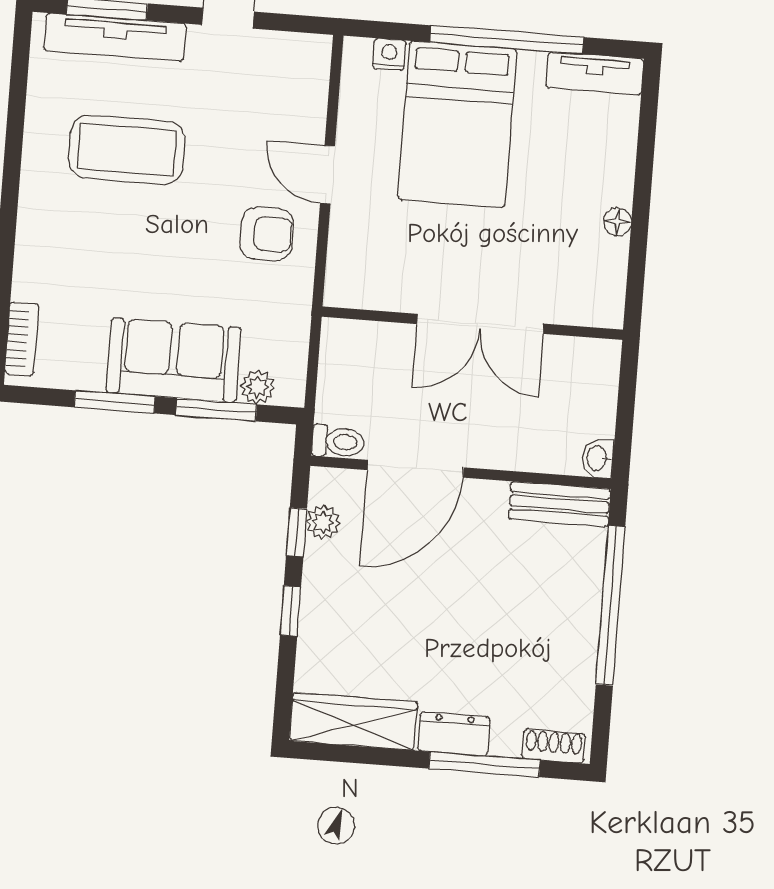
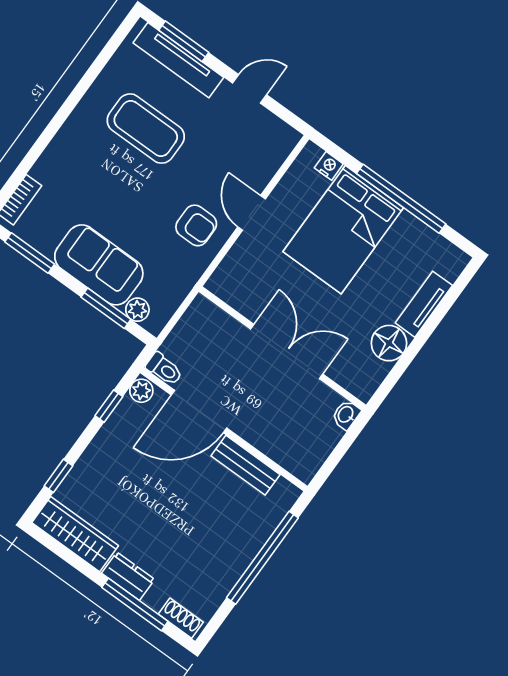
tv unit: (595, 73) -> (424, 304), moved, turned 90
floor lamp: (617, 222) -> (389, 343), width x1.89, depth x1.89
double door: (480, 324) -> (287, 351), swing flipped
window: (115, 402) -> (30, 253), moved
washbasin: (598, 458) -> (346, 415), moved
bench: (560, 504) -> (245, 465), moved
plant: (323, 522) -> (141, 391), moved
window: (291, 611) -> (58, 476), moved

